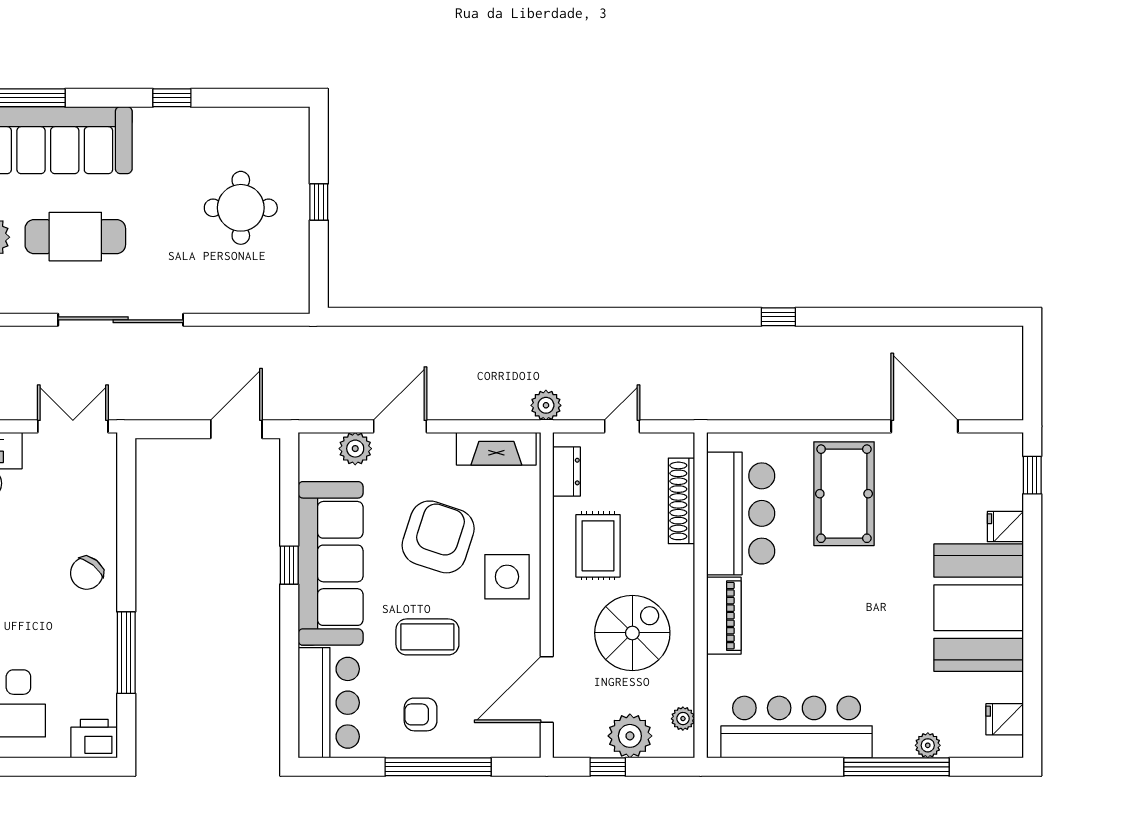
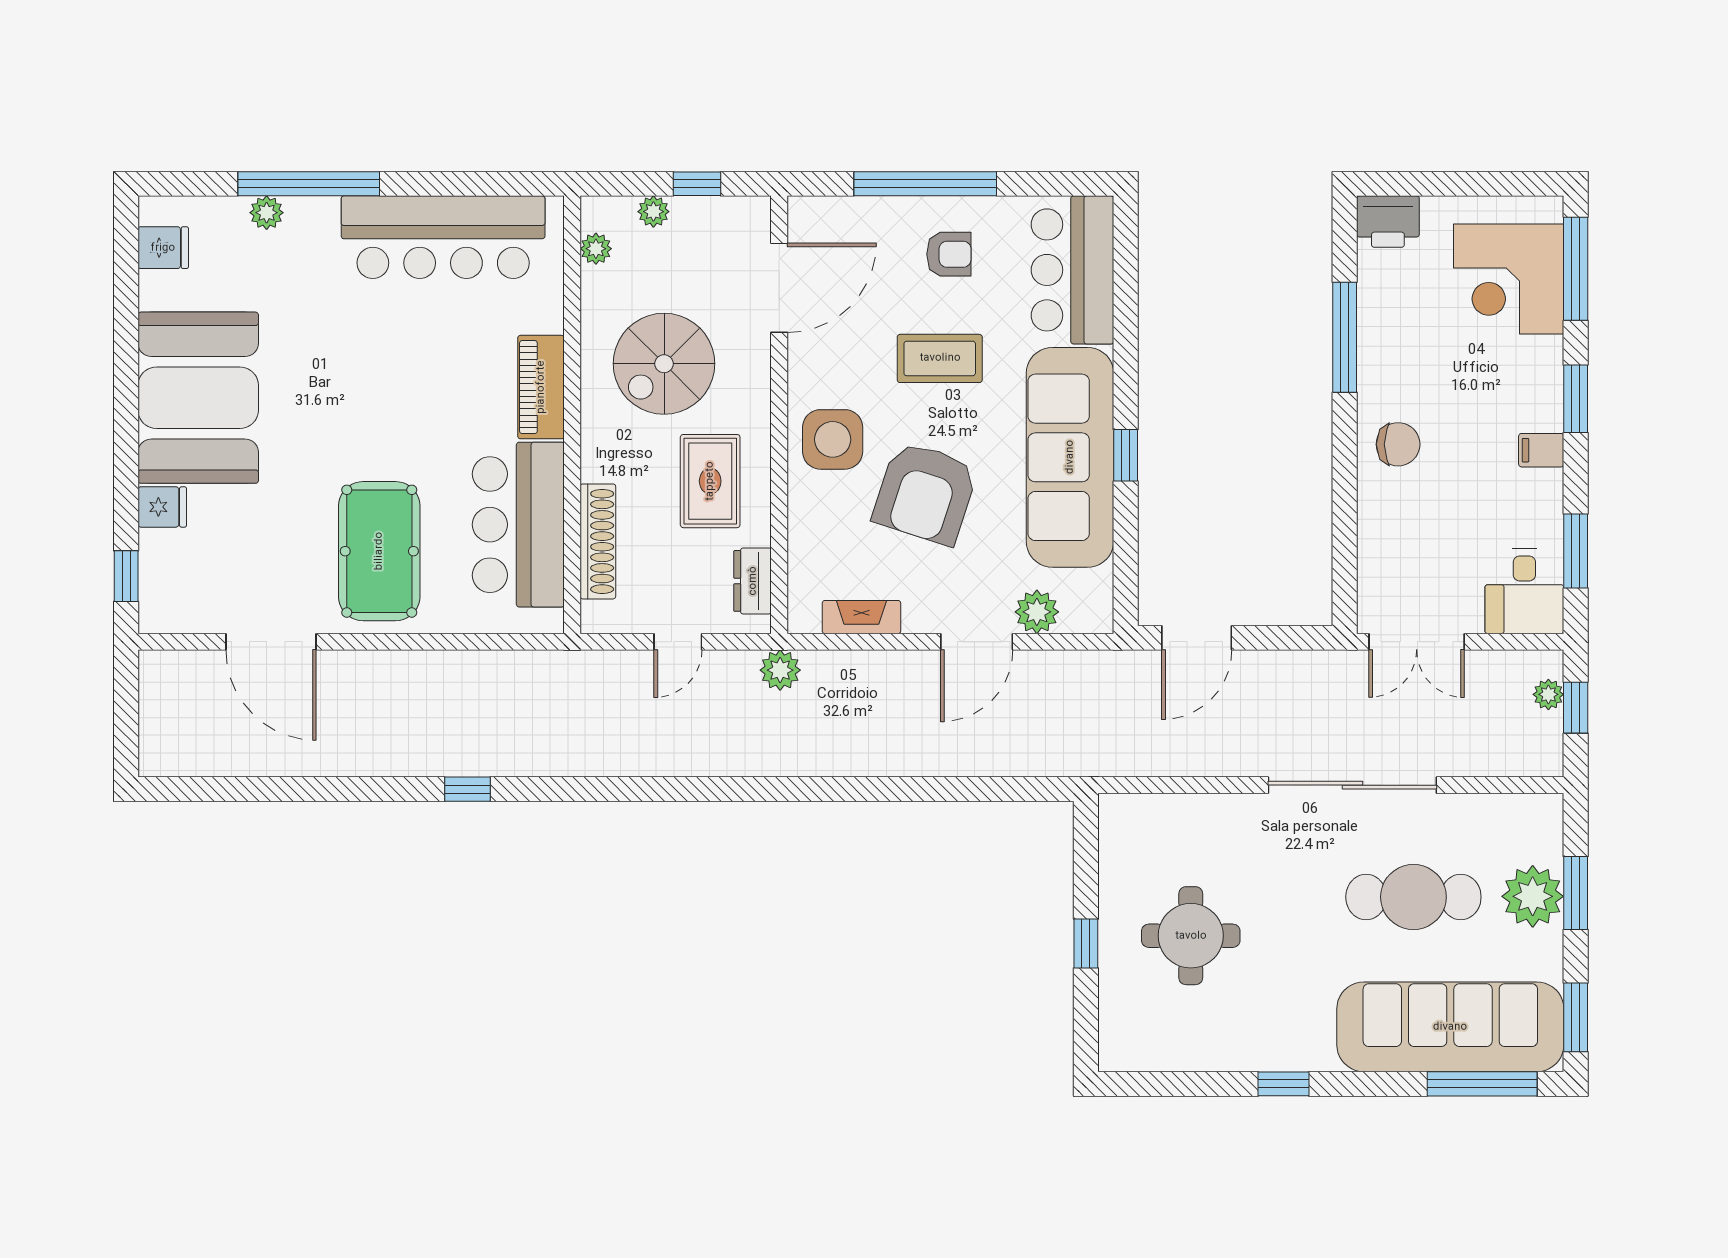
fireplace: (496, 449) -> (861, 617), width x0.73, depth x0.76
chair: (87, 573) -> (1398, 444), turned 51
plant: (630, 736) -> (653, 212), width x0.53, depth x0.53

